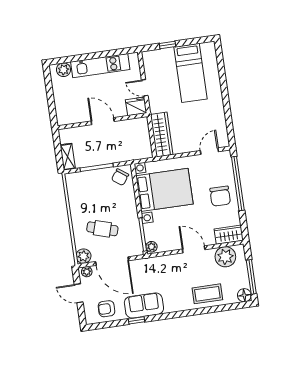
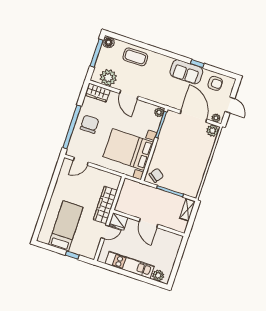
door: (145, 88) -> (105, 232), hinge flipped
wardrobe: (162, 135) -> (105, 205), moved
cafe table: (102, 229) -> (189, 144), removed

